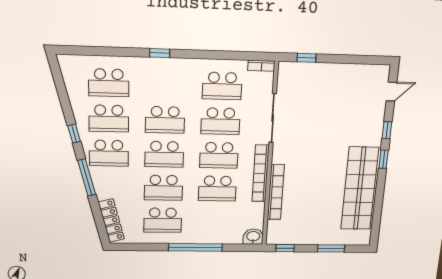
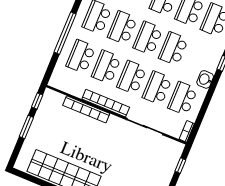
school desk: (216, 221) -> (81, 56), added
washbasin: (253, 237) -> (205, 79), moved, turned 180
window: (331, 248) -> (26, 127), moved

